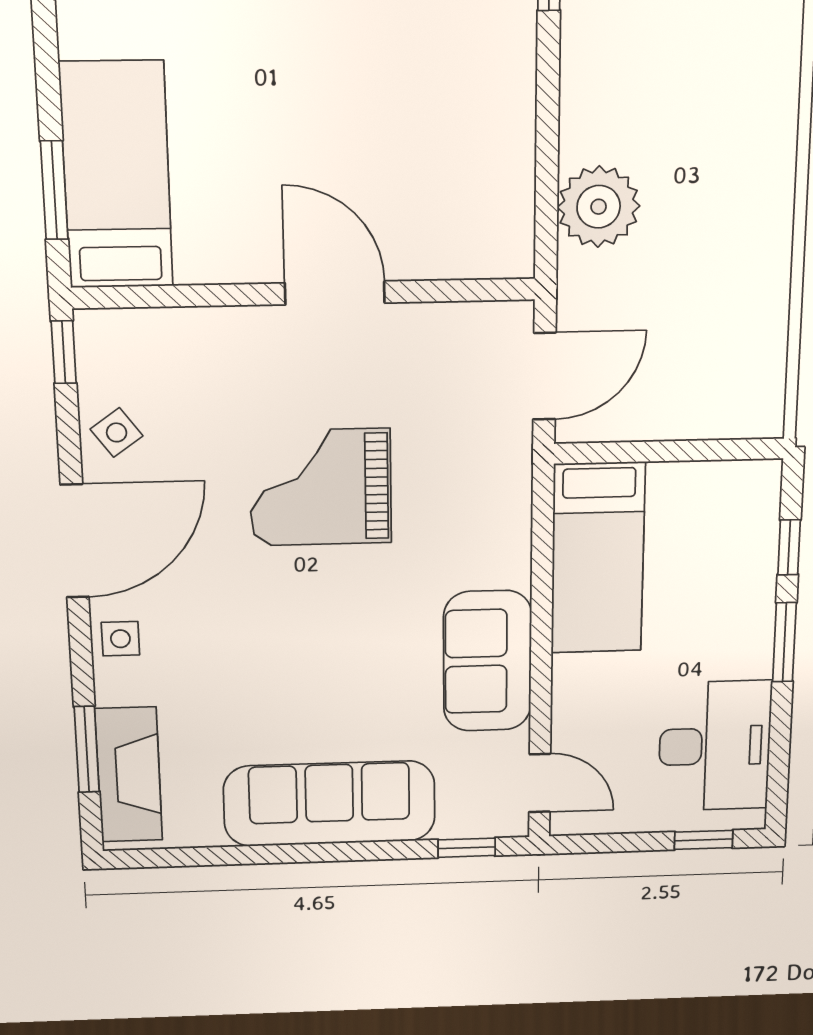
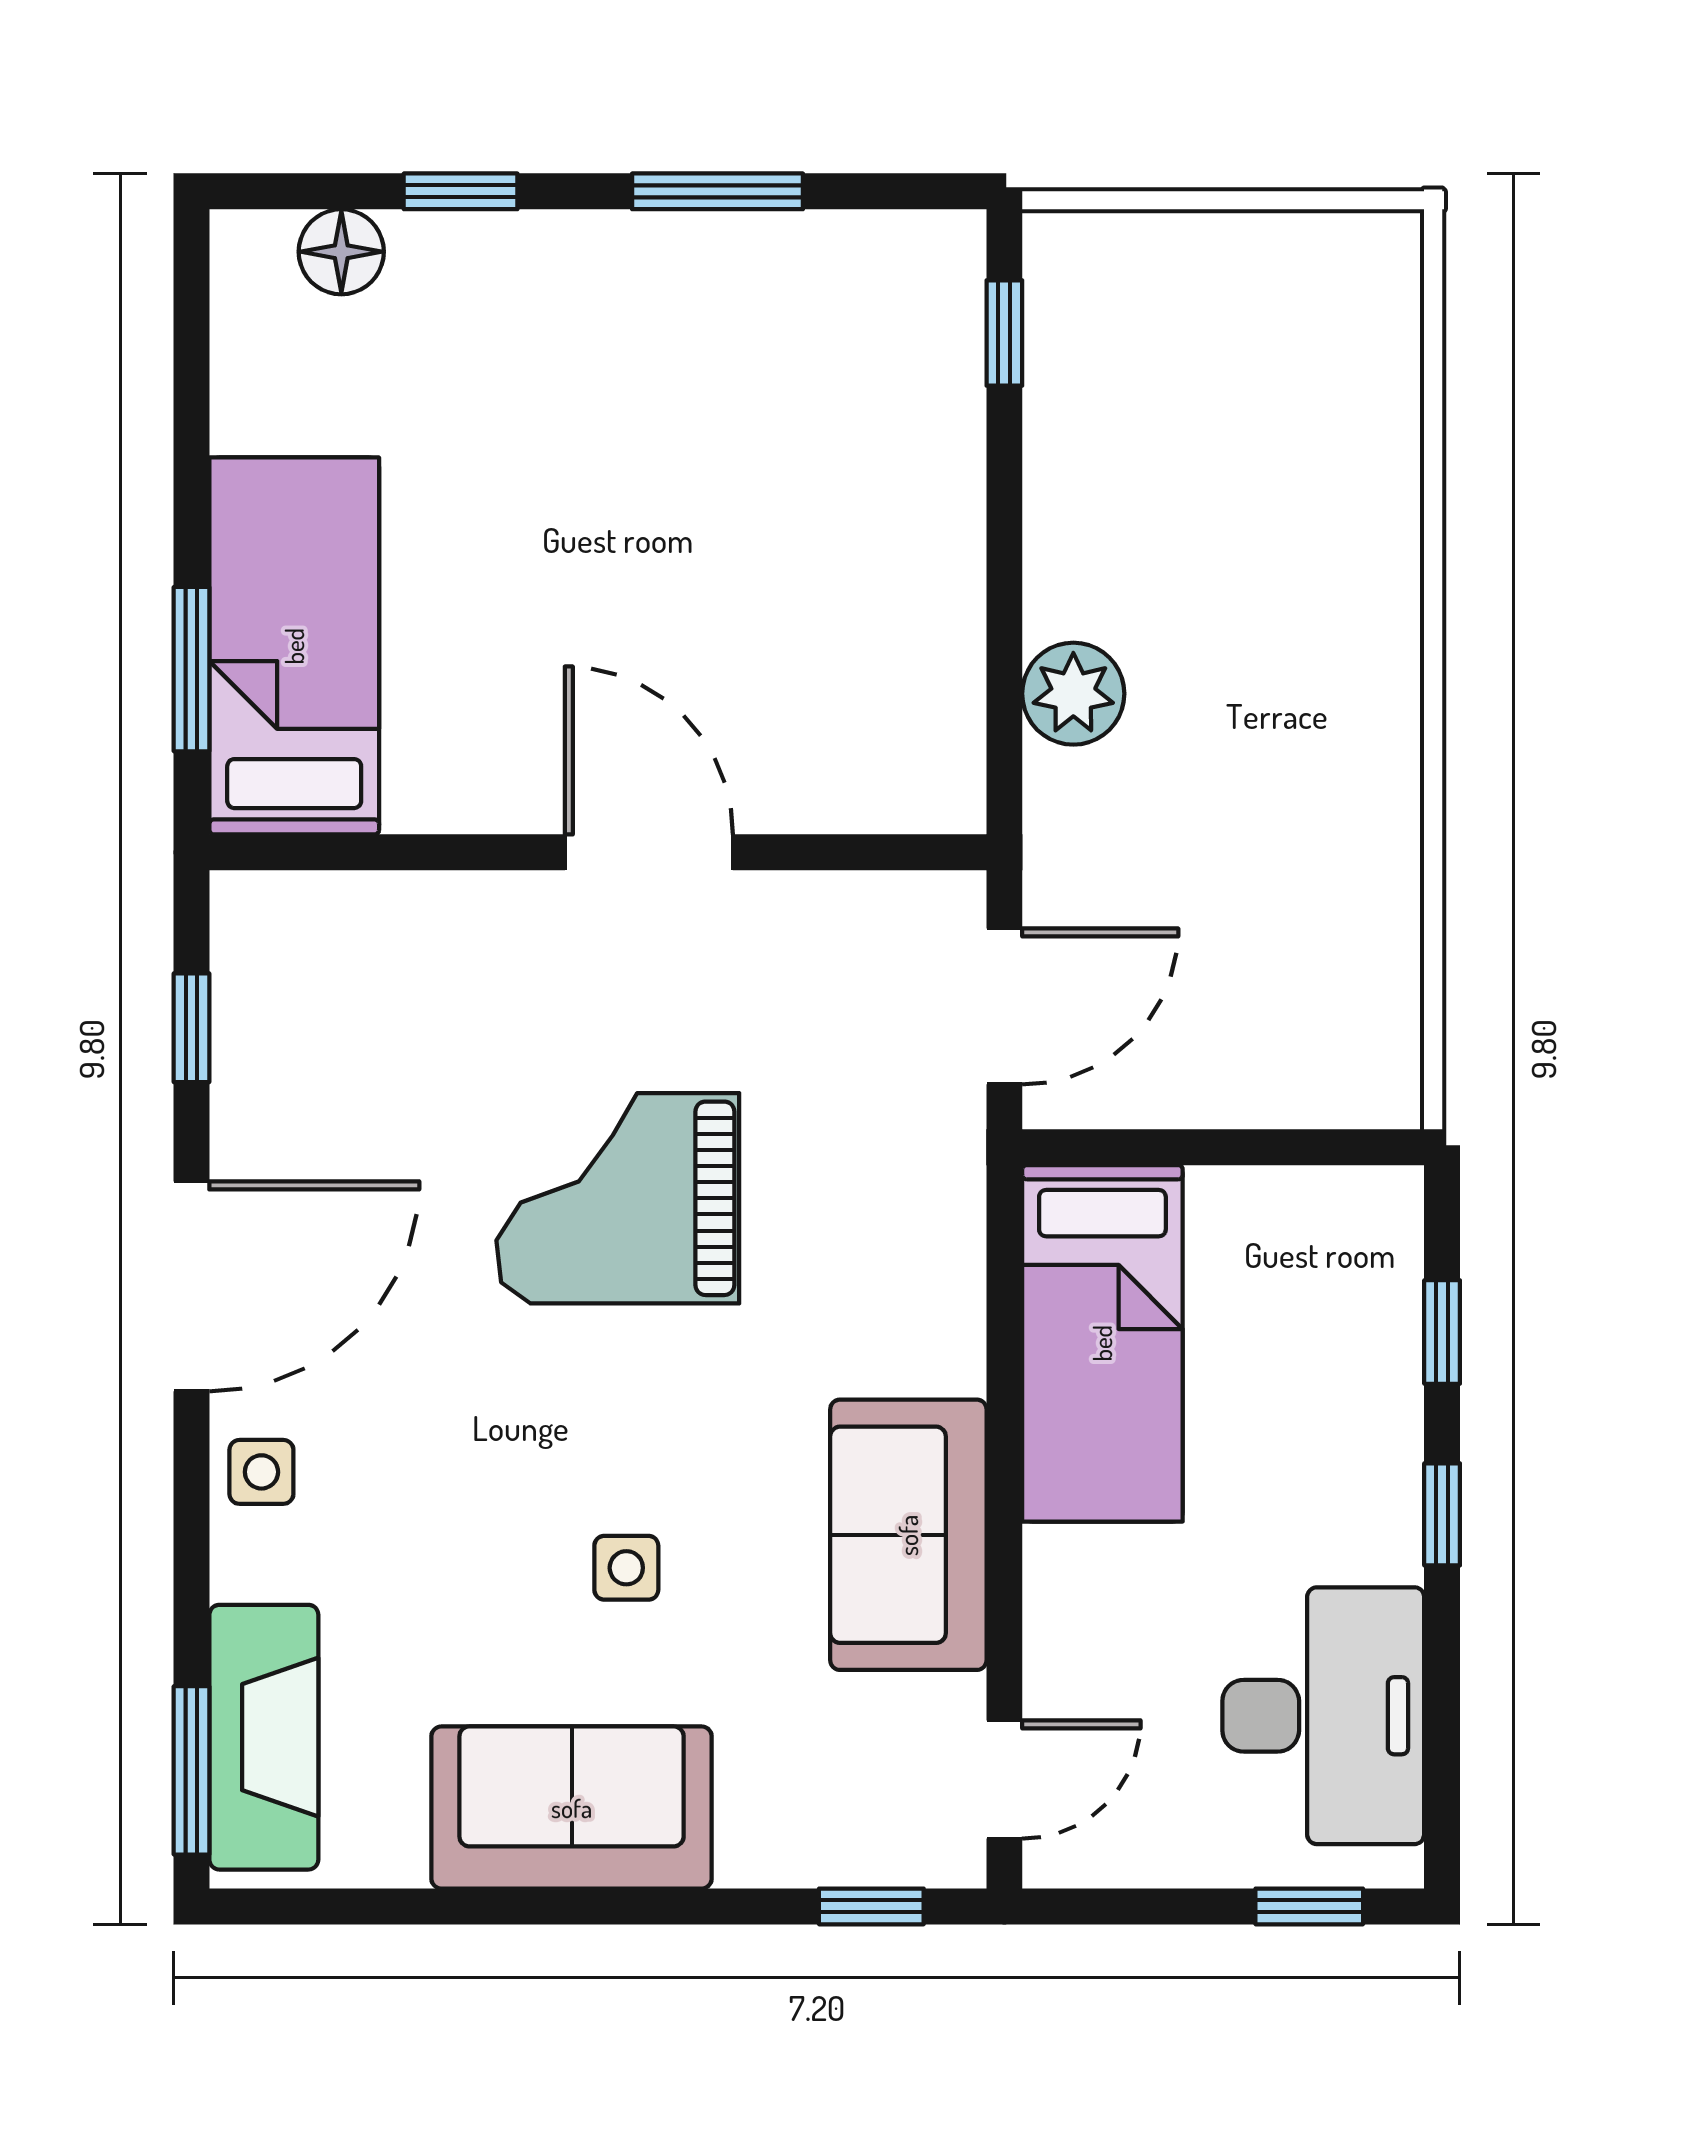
plant: (599, 207) -> (1073, 694), width x0.73, depth x0.73
window: (64, 352) -> (192, 1028), moved
side table: (117, 432) -> (626, 1568), moved, turned 36
window: (784, 642) -> (1442, 1514), width x0.67
window: (87, 749) -> (192, 1770), moved
door: (540, 783) -> (1004, 1780), hinge flipped
sofa: (329, 804) -> (572, 1808), width x0.73

